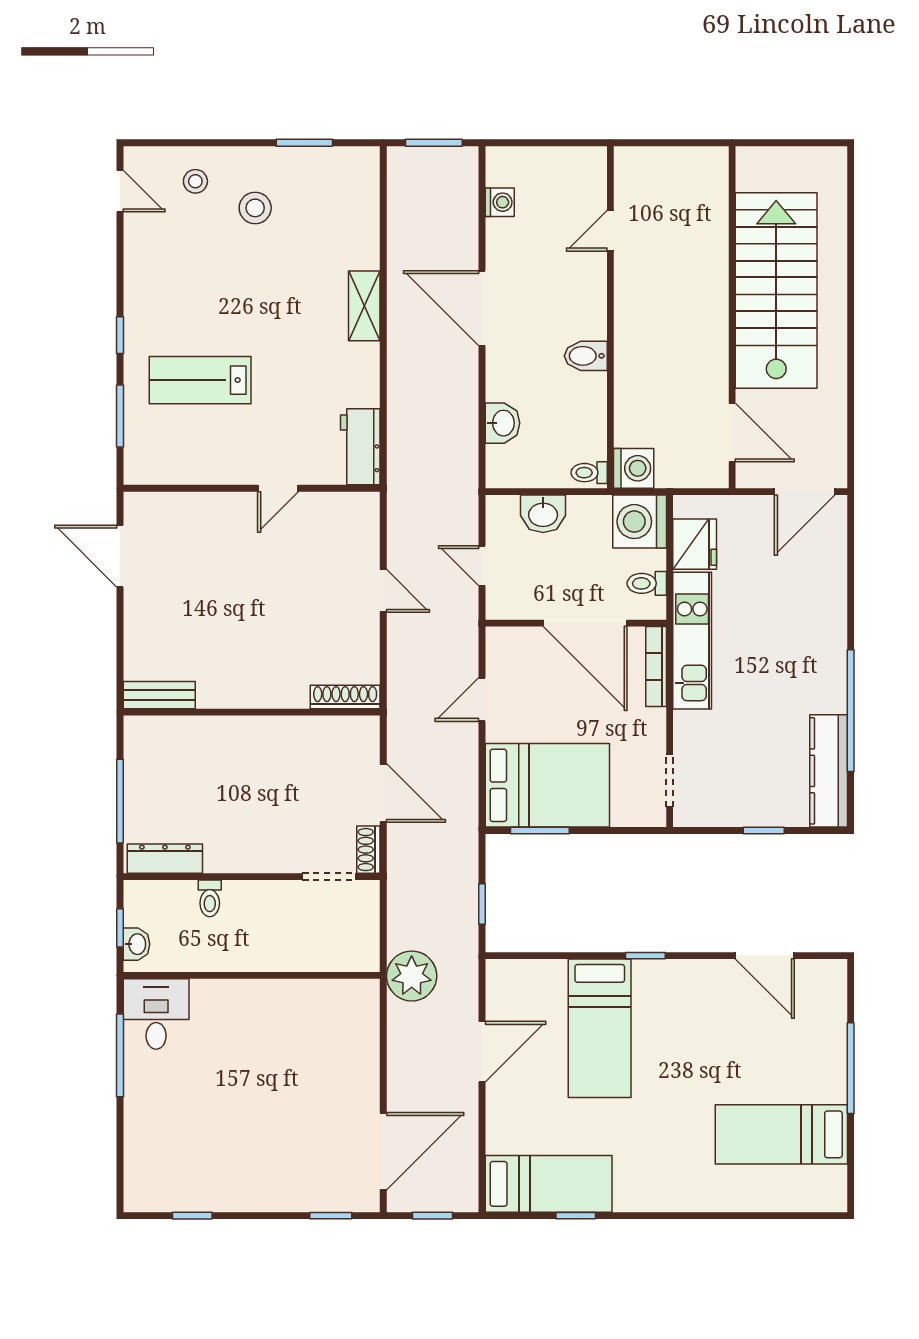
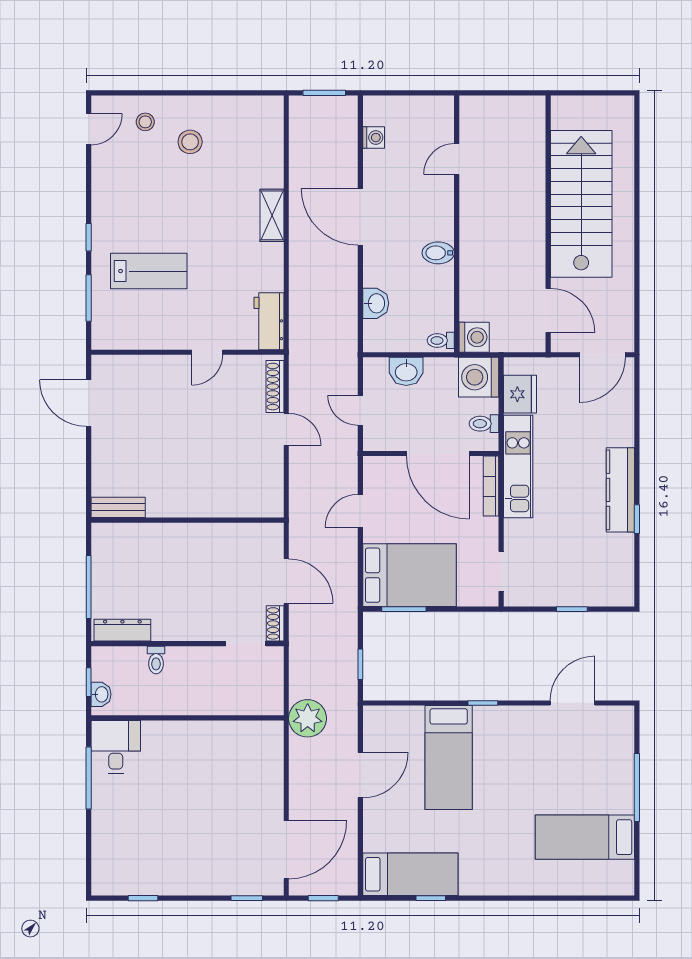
window: (304, 143) -> (227, 93), removed
door: (120, 191) -> (89, 129), hinge flipped
lab bench: (200, 380) -> (149, 271), turned 180
shoe rack: (345, 697) -> (275, 387), moved, turned -90
window: (851, 711) -> (637, 519), width x0.32
kitchen counter: (829, 771) -> (620, 490), moved
door: (765, 956) -> (573, 703), swing flipped

